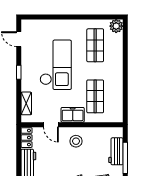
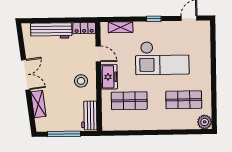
door: (51, 125) -> (98, 54), swing flipped
workbench: (116, 151) -> (89, 115), moved, turned -90

